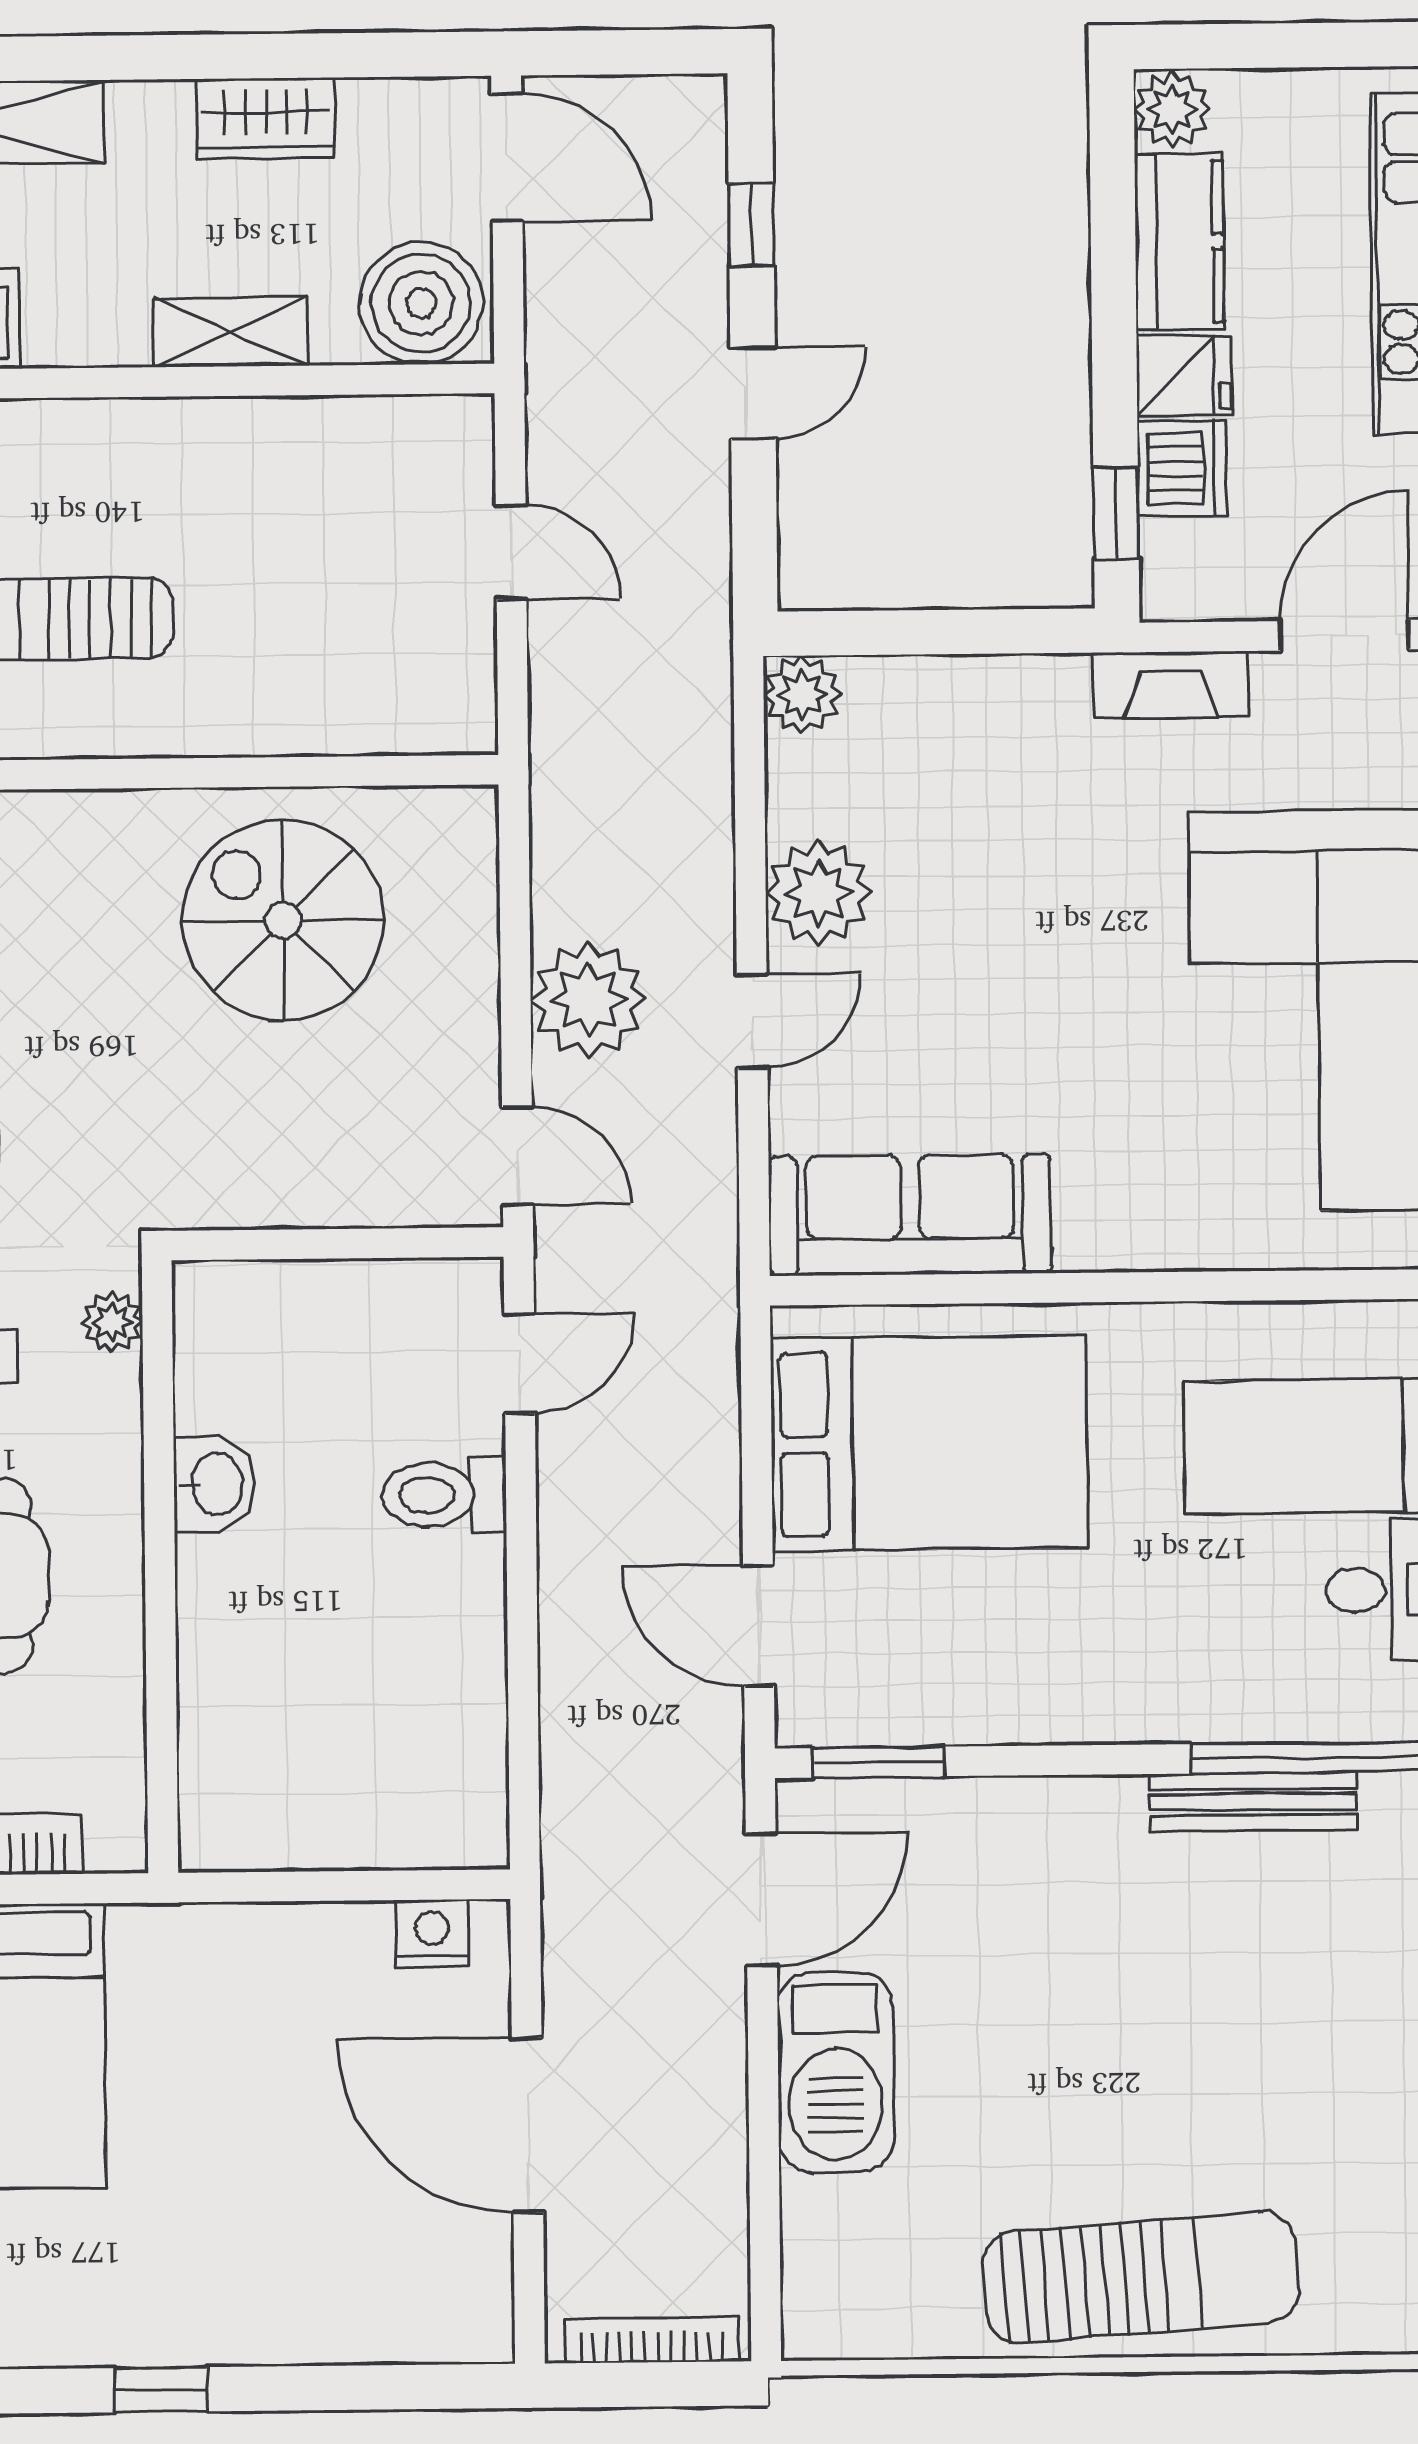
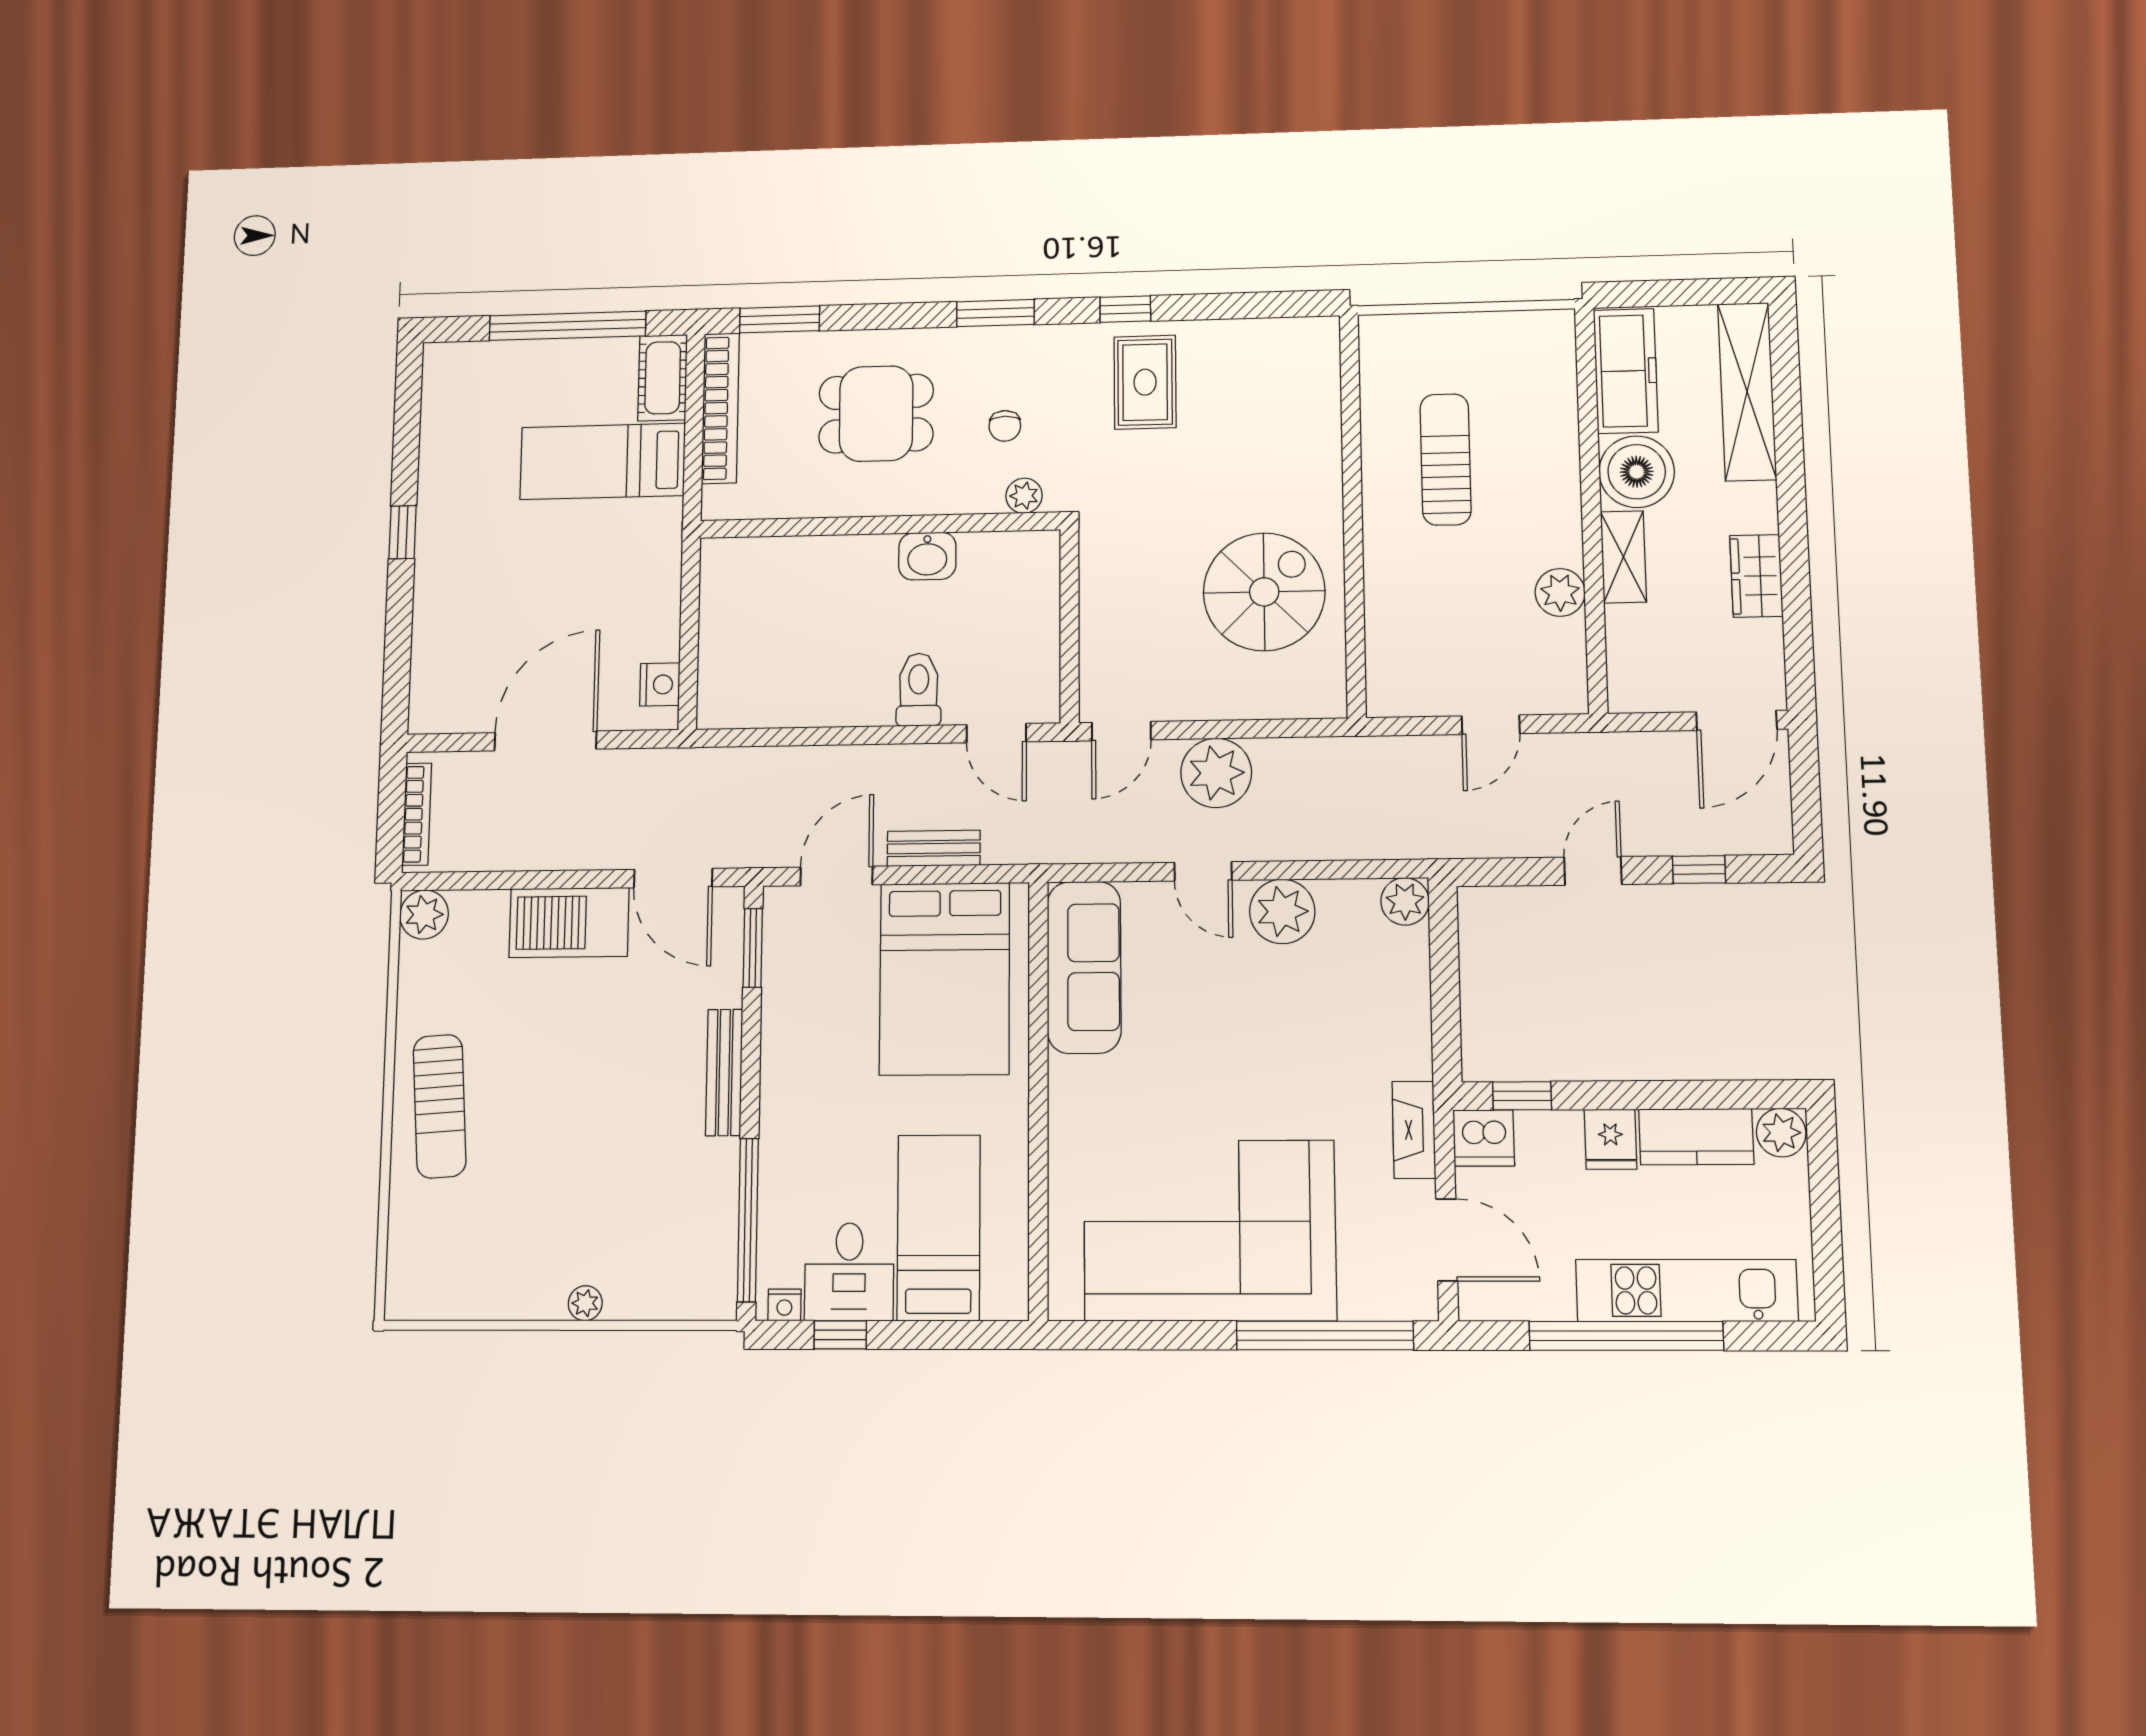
boiler: (421, 303) -> (1637, 472), moved
door: (753, 393) -> (1593, 871), swing flipped
plant: (290, 436) -> (1560, 592), added
dishwasher: (1182, 469) -> (1484, 1138), moved
bench: (713, 1465) -> (934, 848), added
bench: (1253, 1802) -> (724, 1072), moved
sun lounger: (1141, 2277) -> (440, 1106), width x0.73, depth x0.75
plant: (822, 2319) -> (424, 915), added

